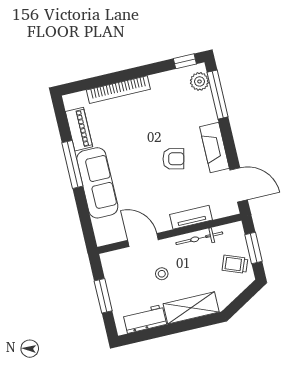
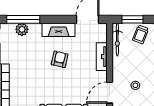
plant: (199, 81) -> (22, 29), moved
bicycle: (199, 238) -> (117, 40), moved

